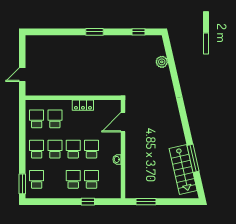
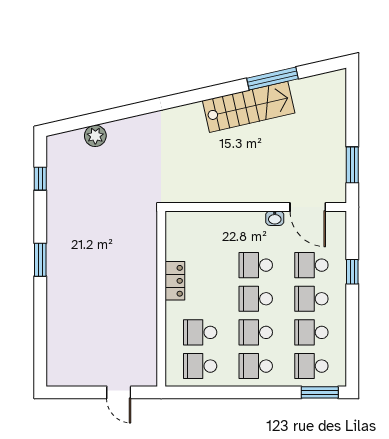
door: (123, 122) -> (308, 207), moved
stairs: (183, 169) -> (249, 107), moved
school desk: (55, 179) -> (311, 332), added

